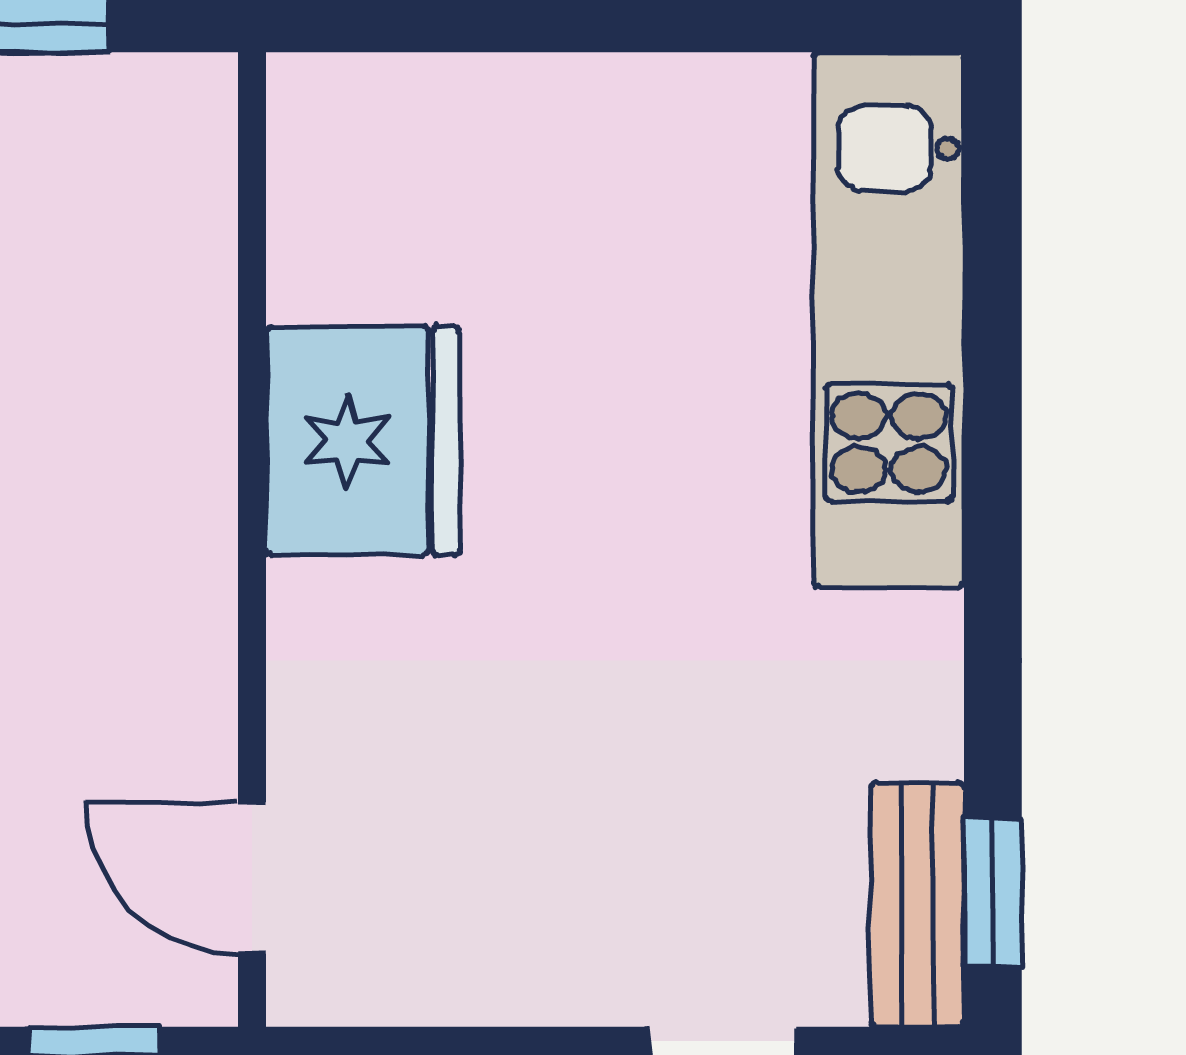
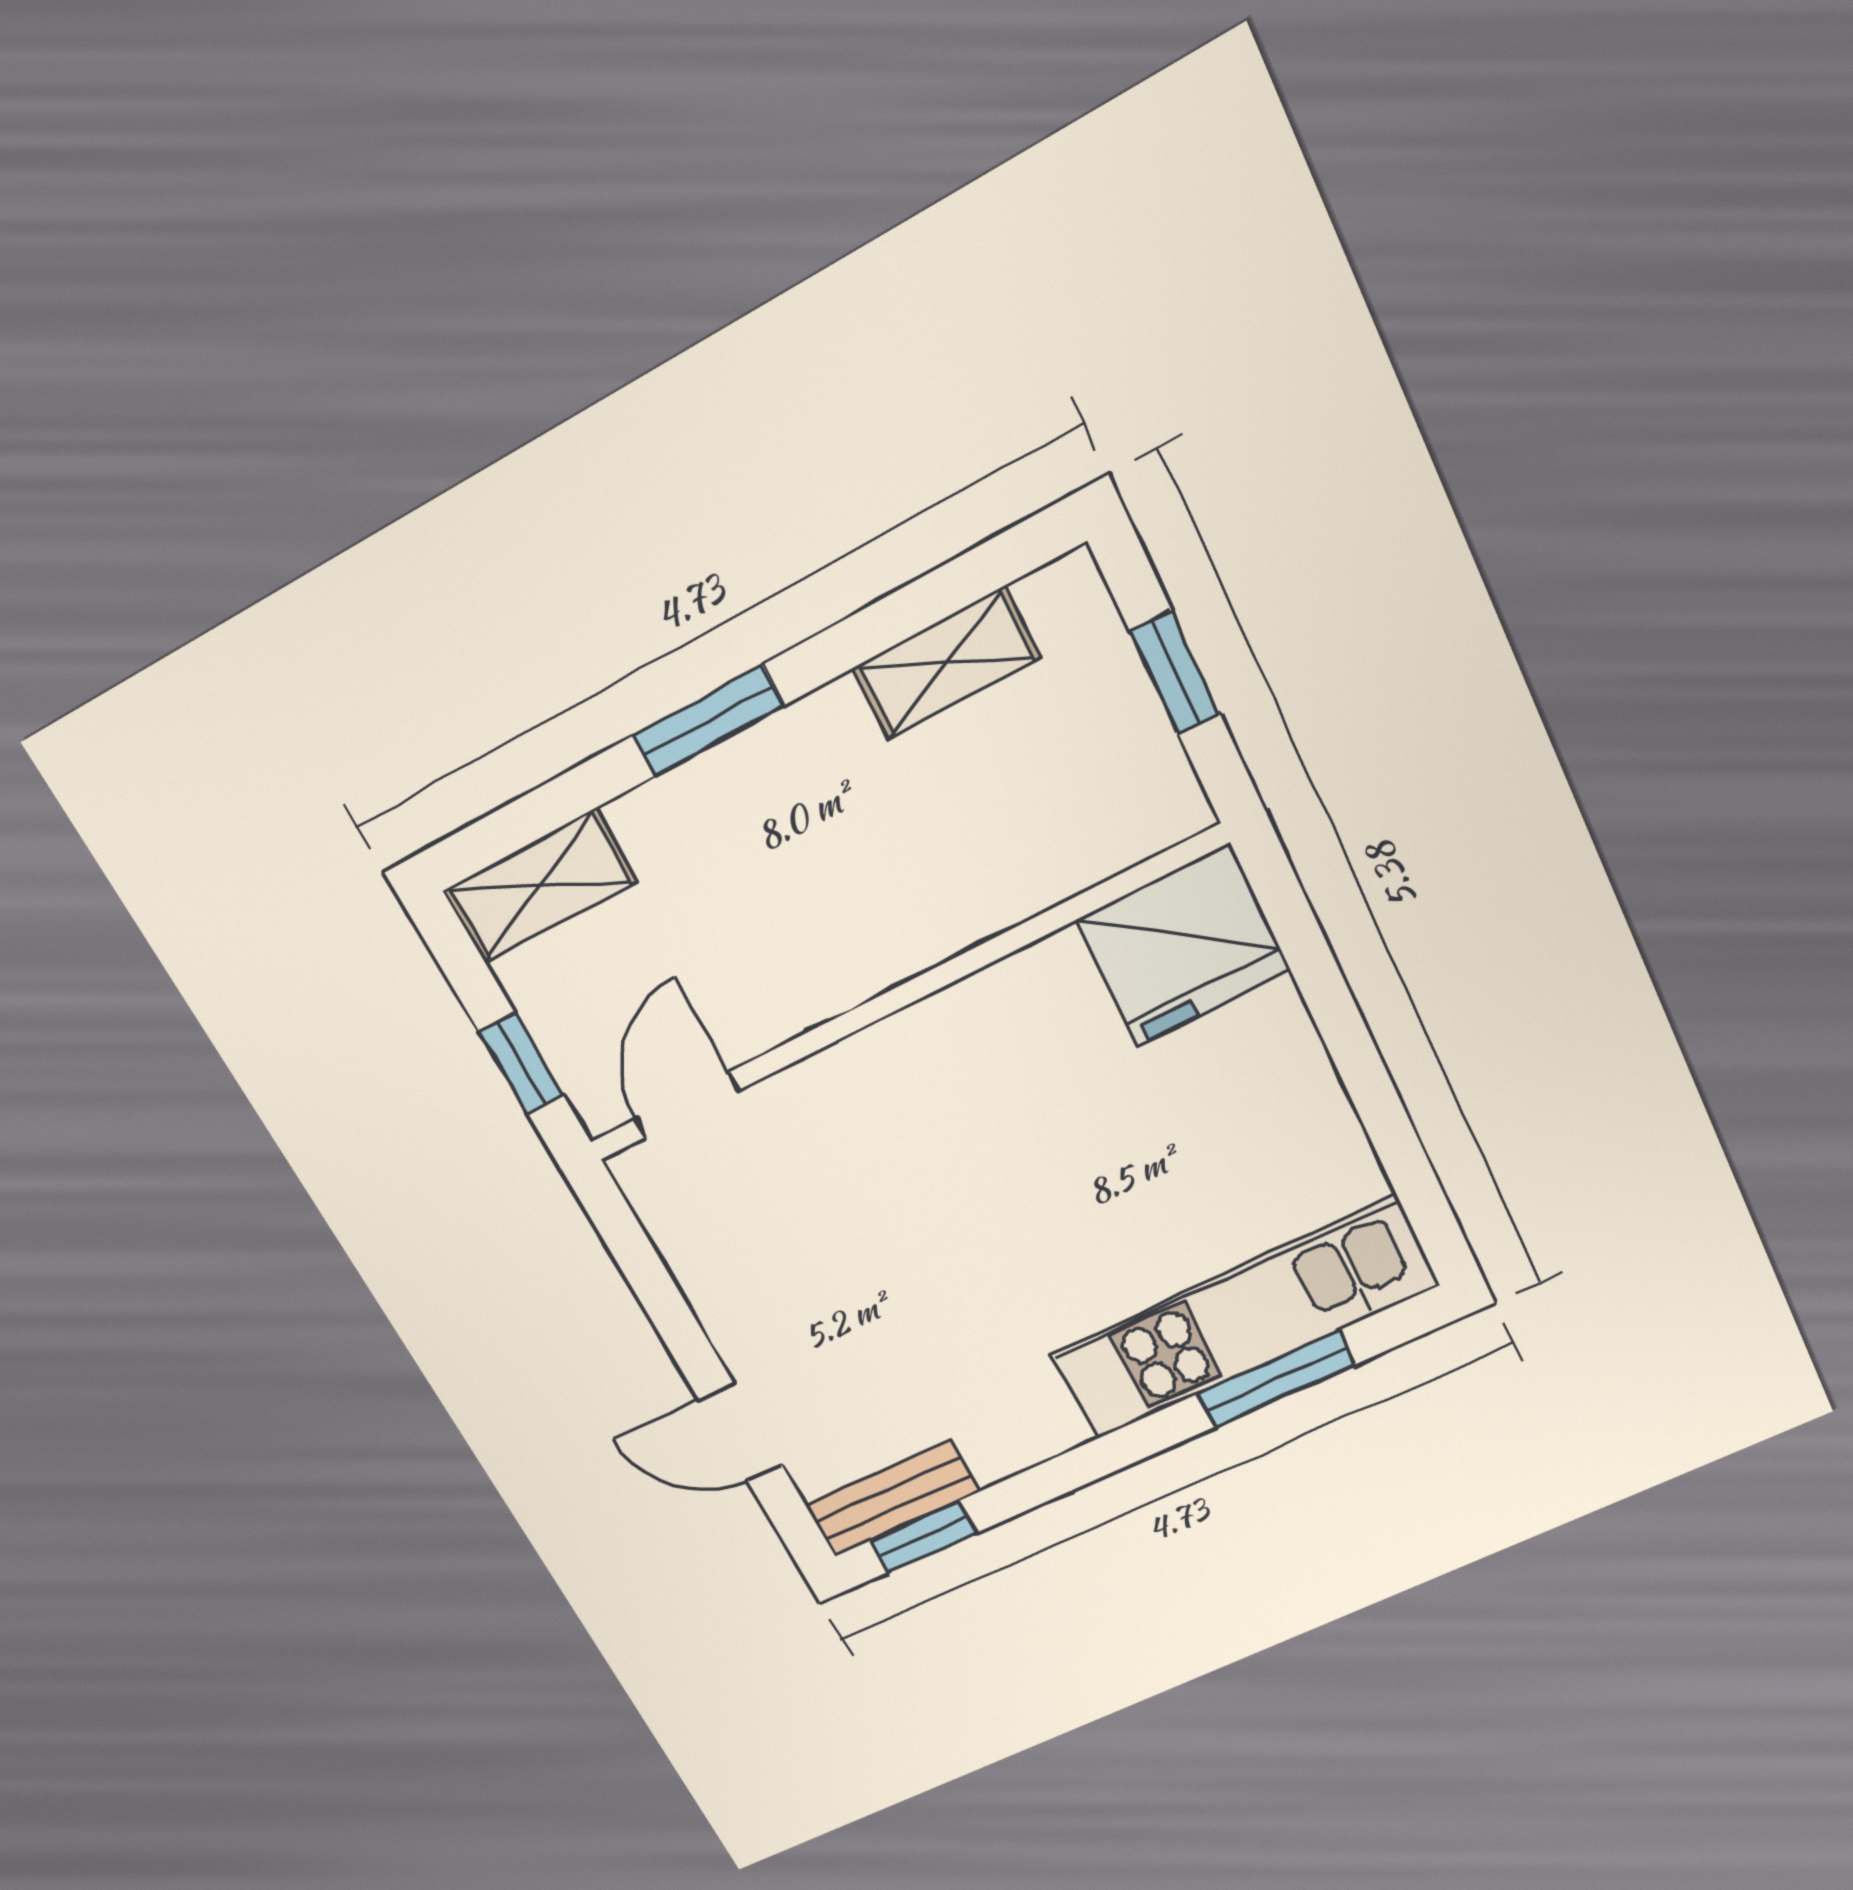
window: (993, 317) -> (1276, 1379), added
fridge: (363, 441) -> (1183, 946), moved

